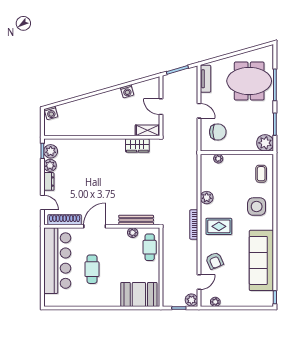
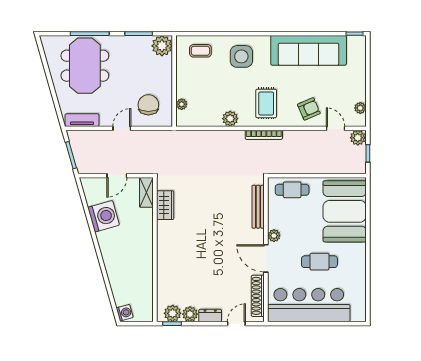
washing machine: (127, 91) -> (104, 216), width x1.89, depth x1.89
plant: (133, 233) -> (274, 236), moved
booth: (139, 295) -> (345, 211), width x1.36, depth x1.42

